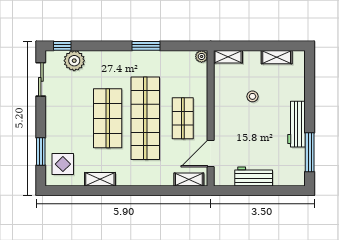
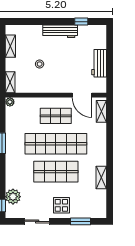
sliding door: (41, 79) -> (37, 221), moved
window: (310, 152) -> (81, 22), width x0.46
display table: (63, 164) -> (61, 205), moved

